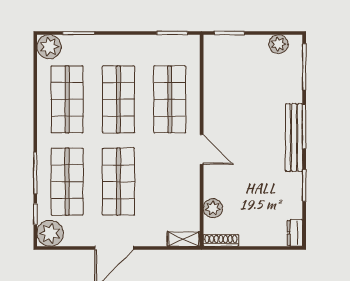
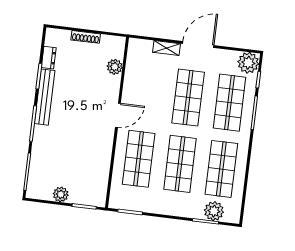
plant: (278, 44) -> (61, 194), moved
plant: (49, 47) -> (214, 211), moved
bench: (294, 138) -> (45, 97), moved
door: (202, 149) -> (118, 115), swing flipped
dresser: (295, 233) -> (49, 58), moved
shelving: (184, 239) -> (167, 48), moved
shoe rack: (221, 240) -> (86, 37), moved

